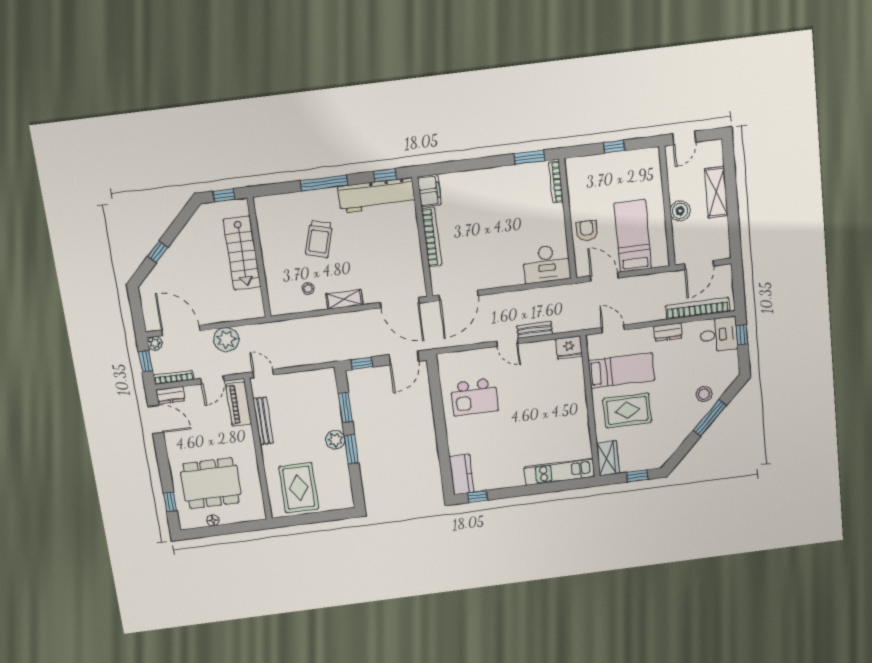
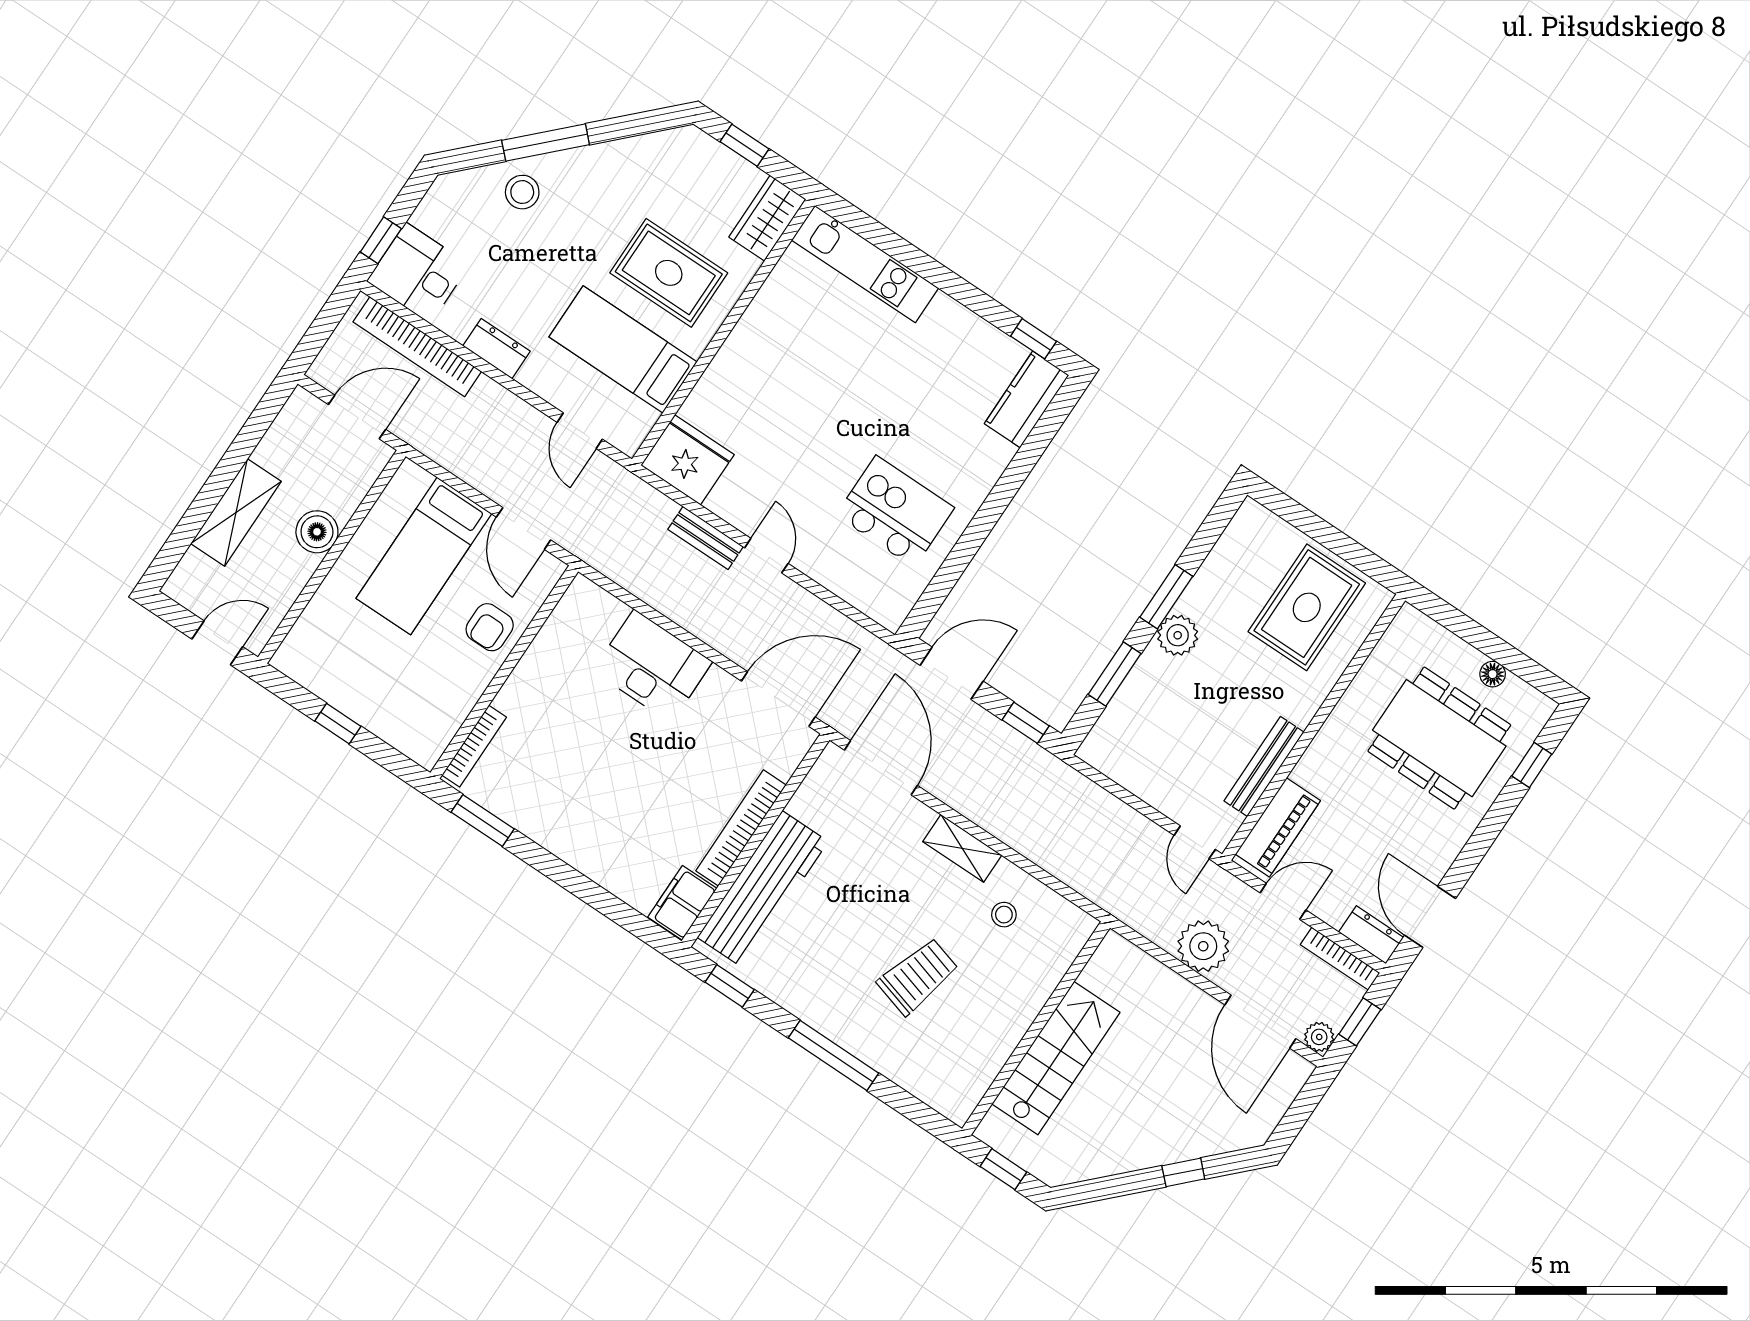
workbench: (377, 195) -> (763, 889), moved, turned 90
desk: (547, 264) -> (653, 666), moved
fridge: (569, 348) -> (688, 460), width x1.36, depth x1.34

